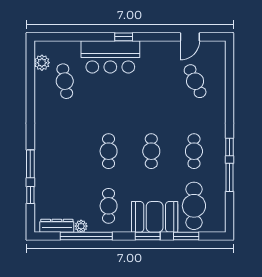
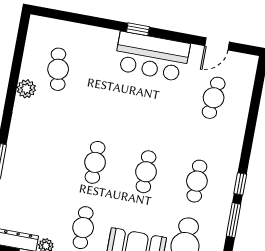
bar counter: (110, 57) -> (152, 57), moved
plant: (42, 63) -> (26, 89), moved
cafe table: (195, 81) -> (214, 98), turned 30

